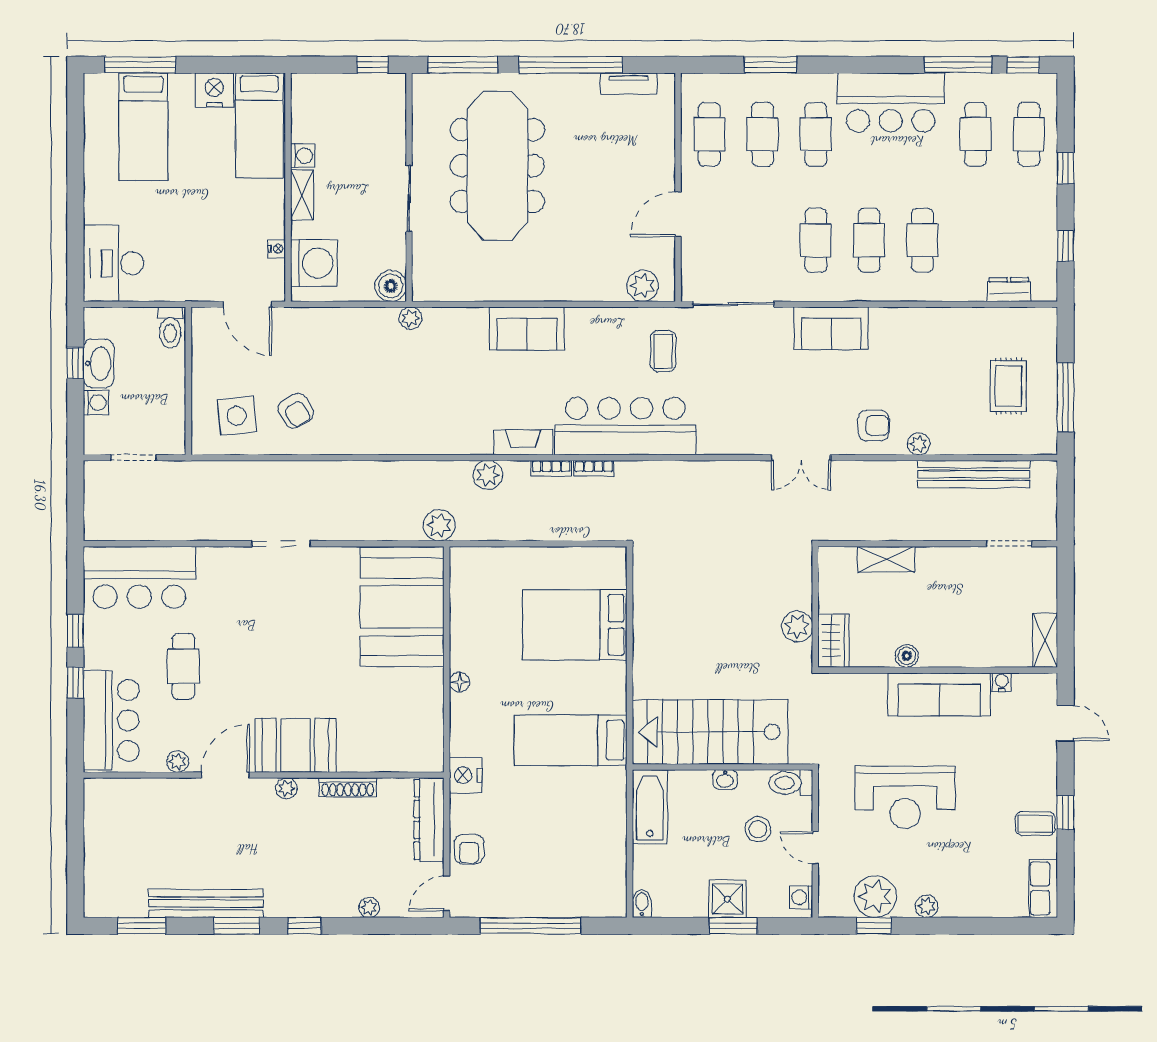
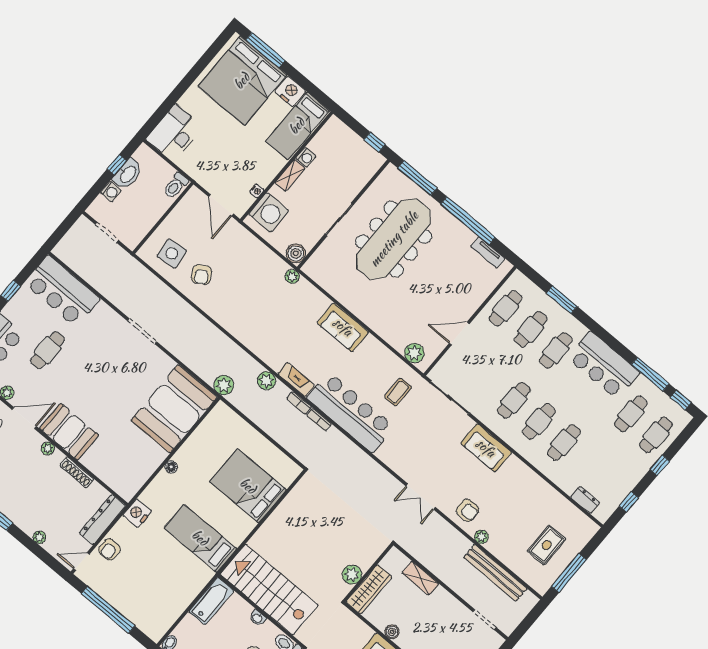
bed: (143, 127) -> (242, 81), width x2.04
wardrobe: (833, 641) -> (369, 589), width x1.50

